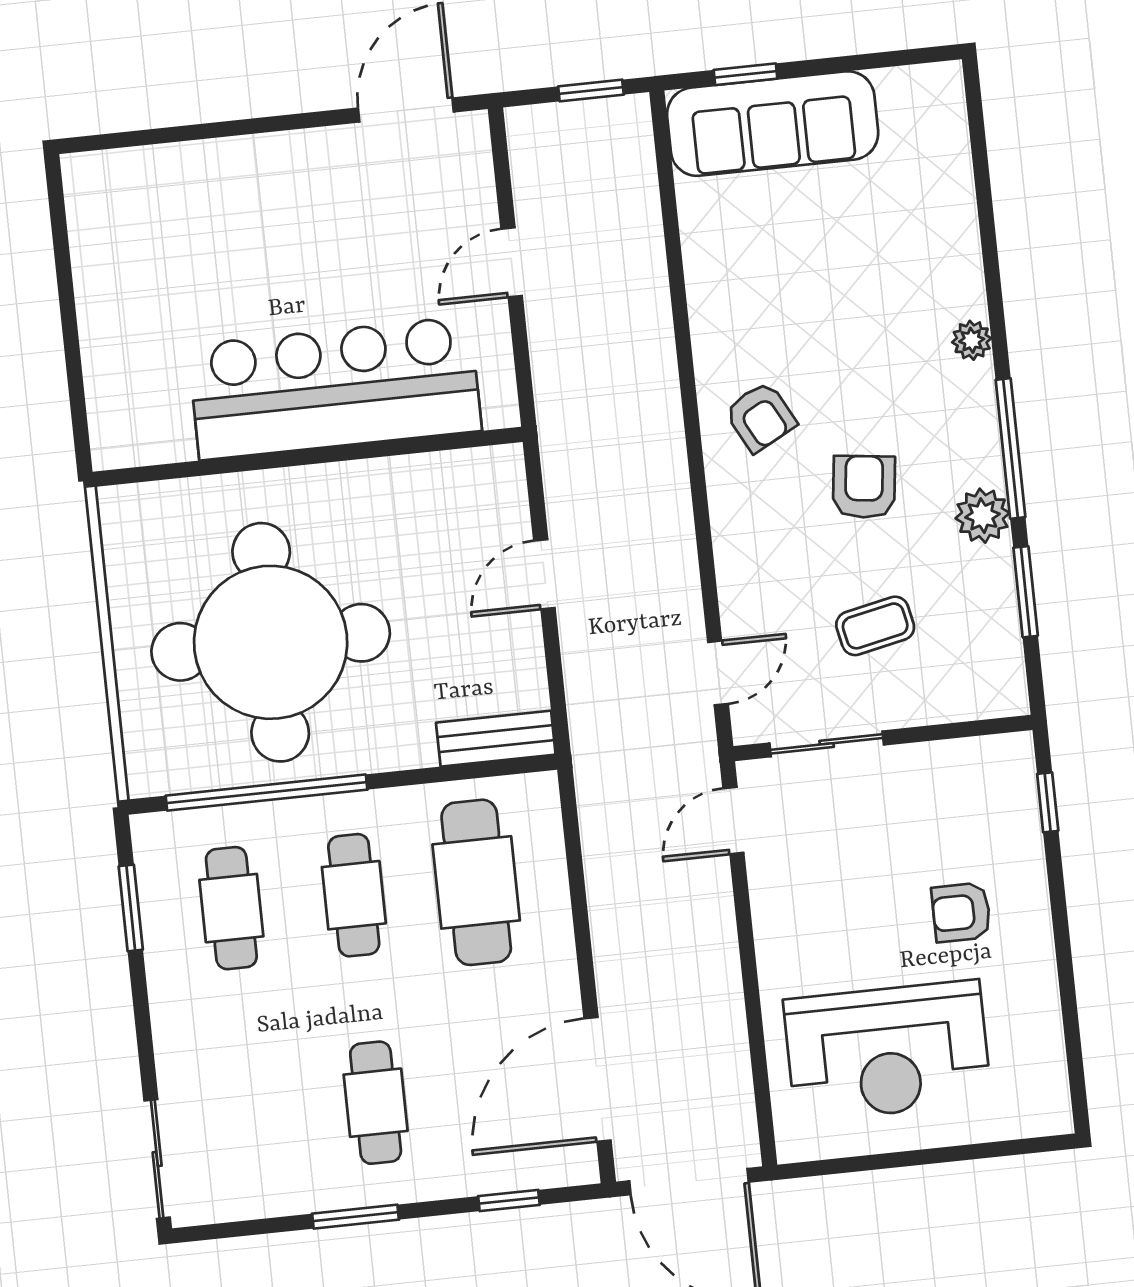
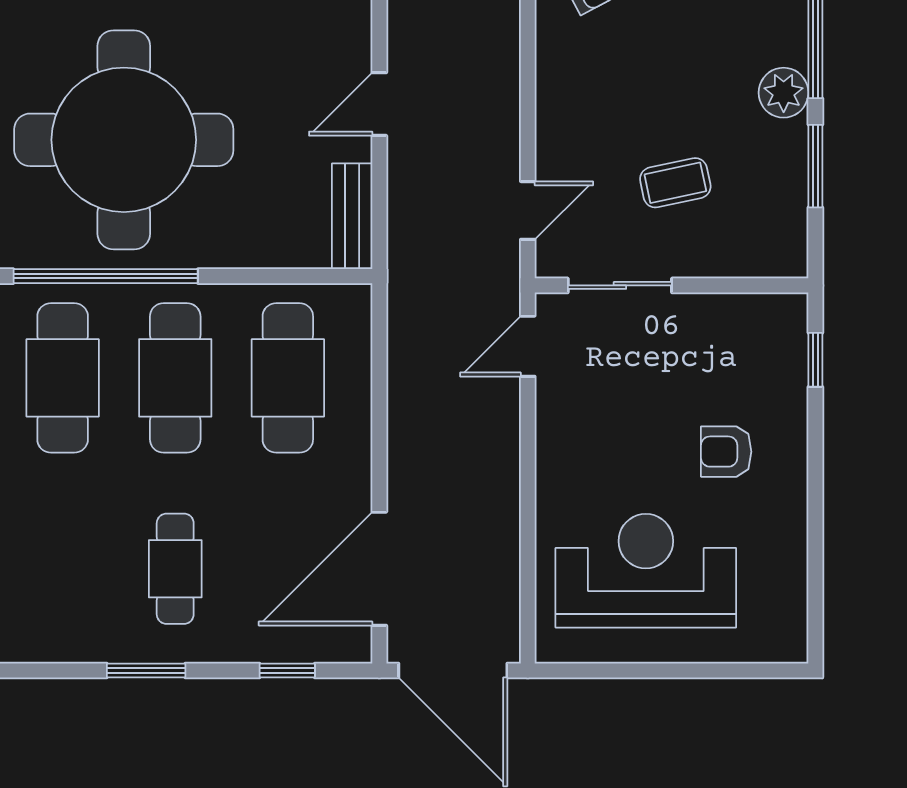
armchair: (864, 487) -> (678, 55), removed
bench: (496, 739) -> (352, 216), moved, turned 90
cafe table: (354, 895) -> (175, 378), width x1.37, depth x1.35
cafe table: (231, 908) -> (63, 378), width x1.37, depth x1.35
reception desk: (887, 1051) -> (646, 571), turned 180

